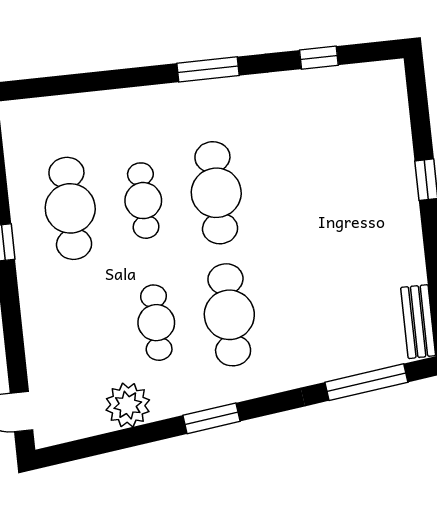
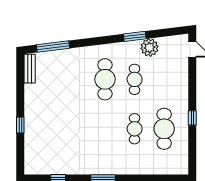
cafe table: (216, 193) -> (105, 129), removed
window: (212, 418) -> (135, 36), moved

